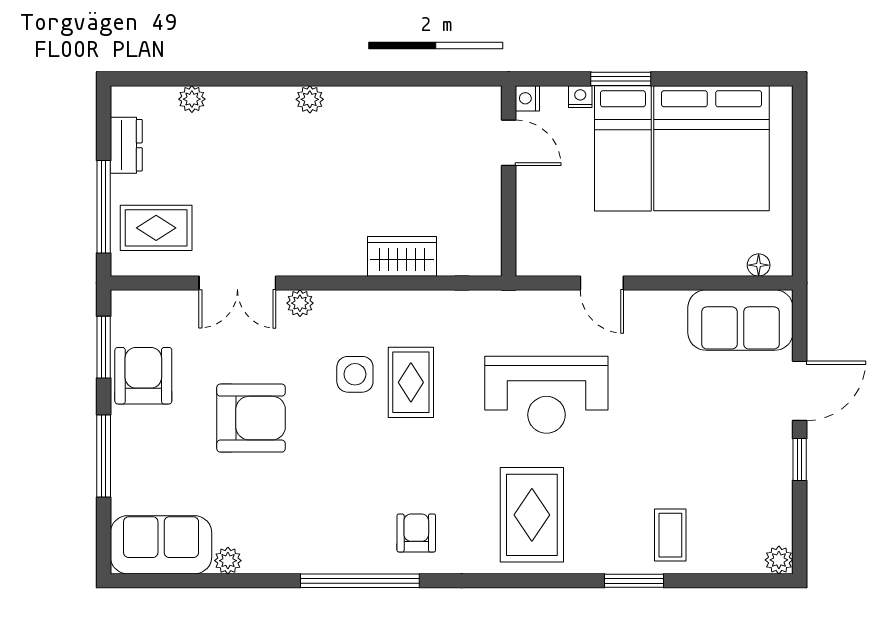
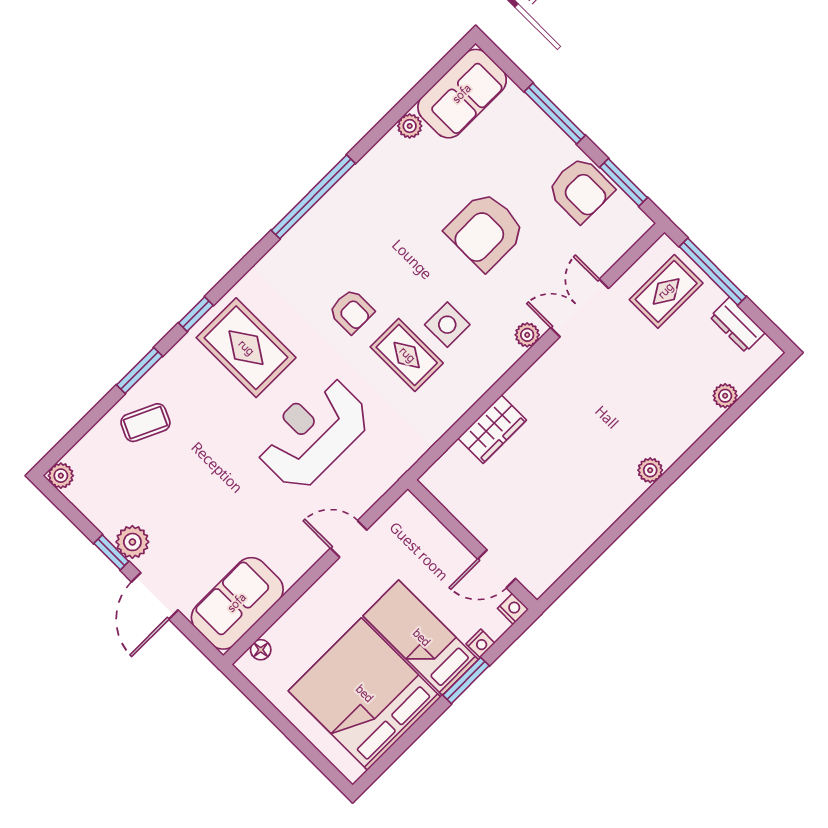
plant: (775, 451) -> (132, 542), added
armchair: (416, 533) -> (351, 311), moved
coffee table: (670, 535) -> (145, 423), turned -65
window: (545, 581) -> (196, 314), added

